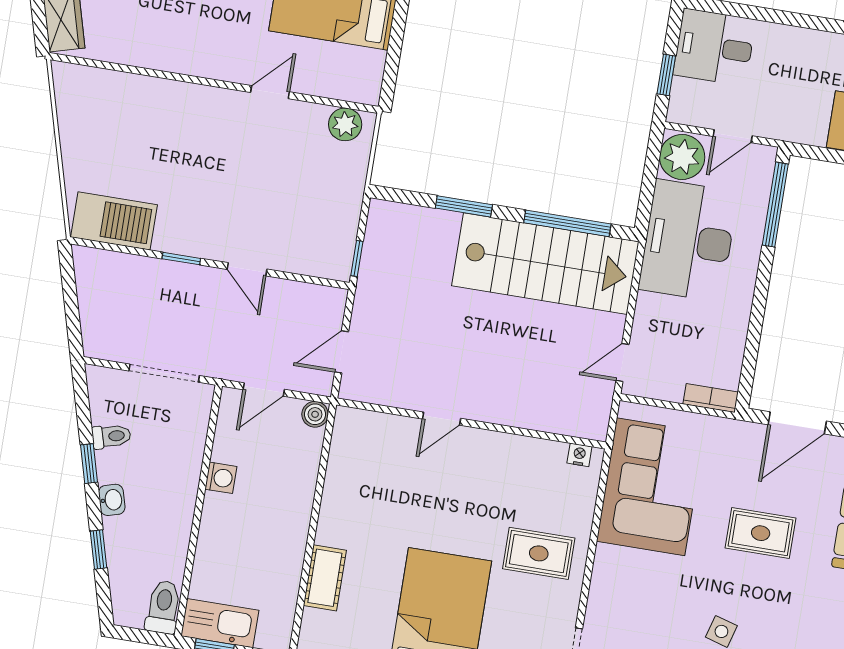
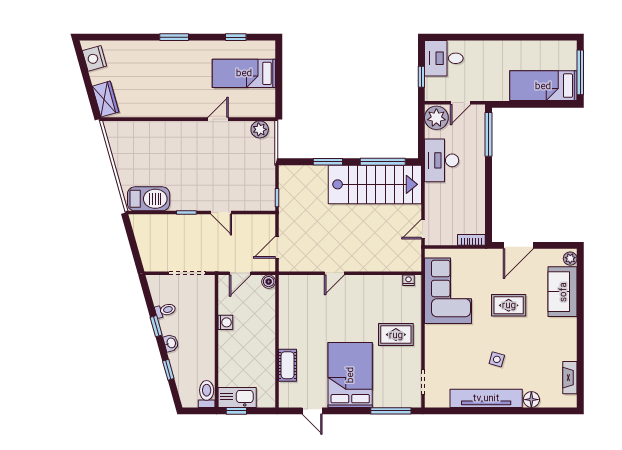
desk: (688, 241) -> (442, 160), width x0.73, depth x0.77

